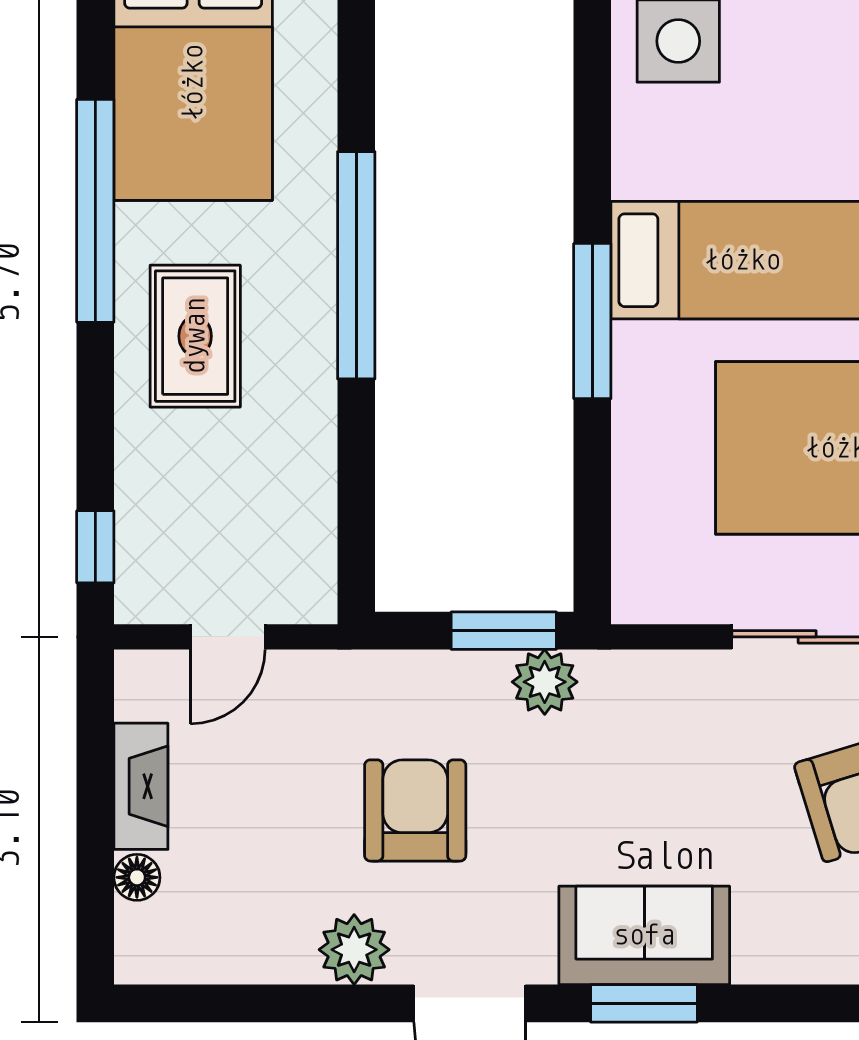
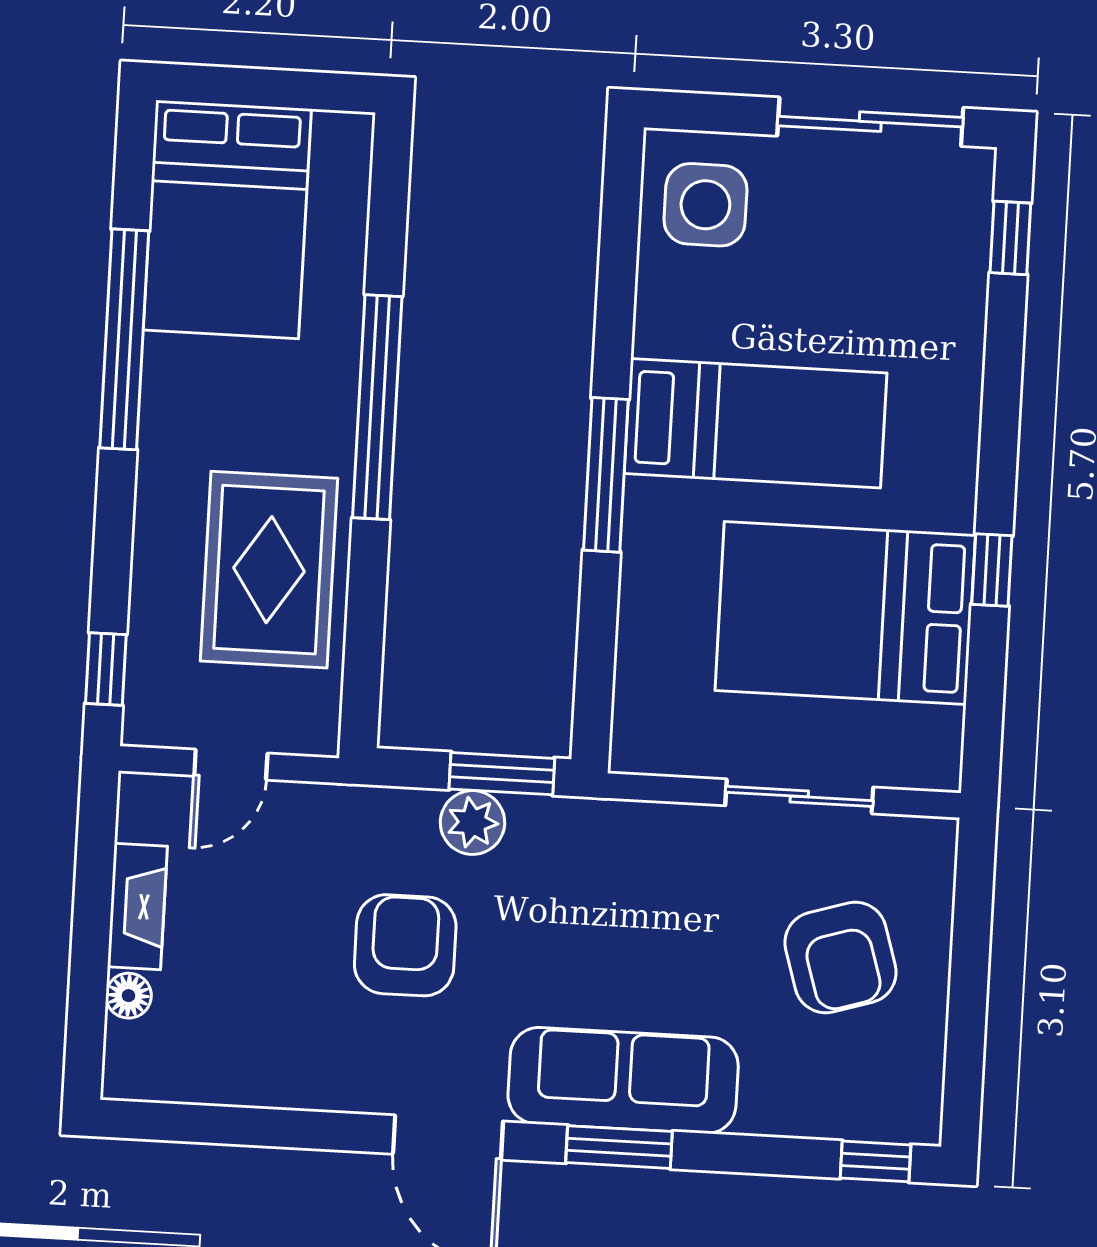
rug: (195, 336) -> (269, 570), moved, width x1.36, depth x1.43
plant: (545, 682) -> (473, 823), moved
sofa: (644, 935) -> (623, 1080), width x1.36
plant: (354, 950) -> (338, 1078), removed

